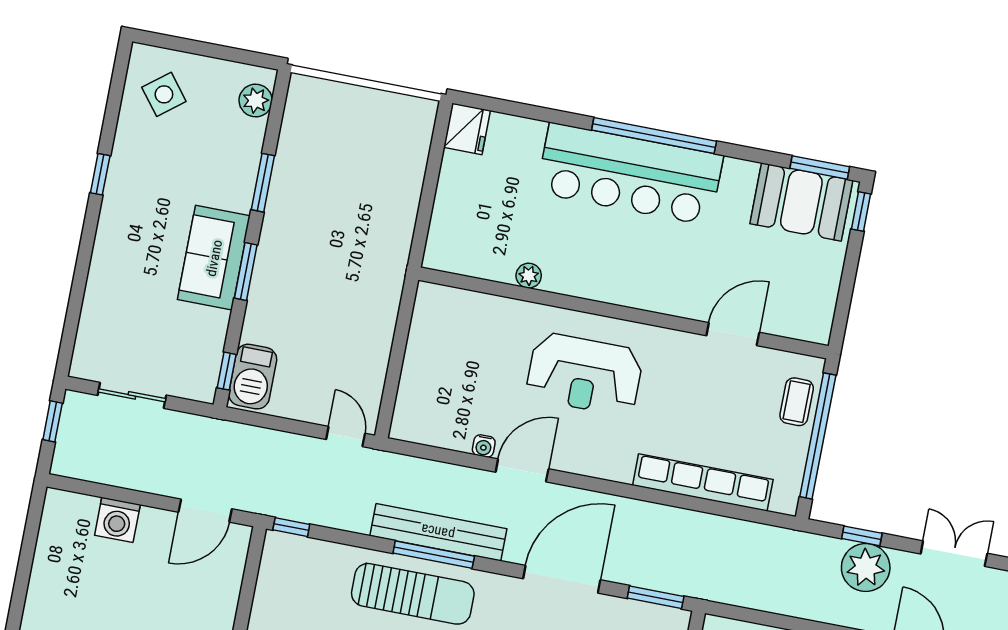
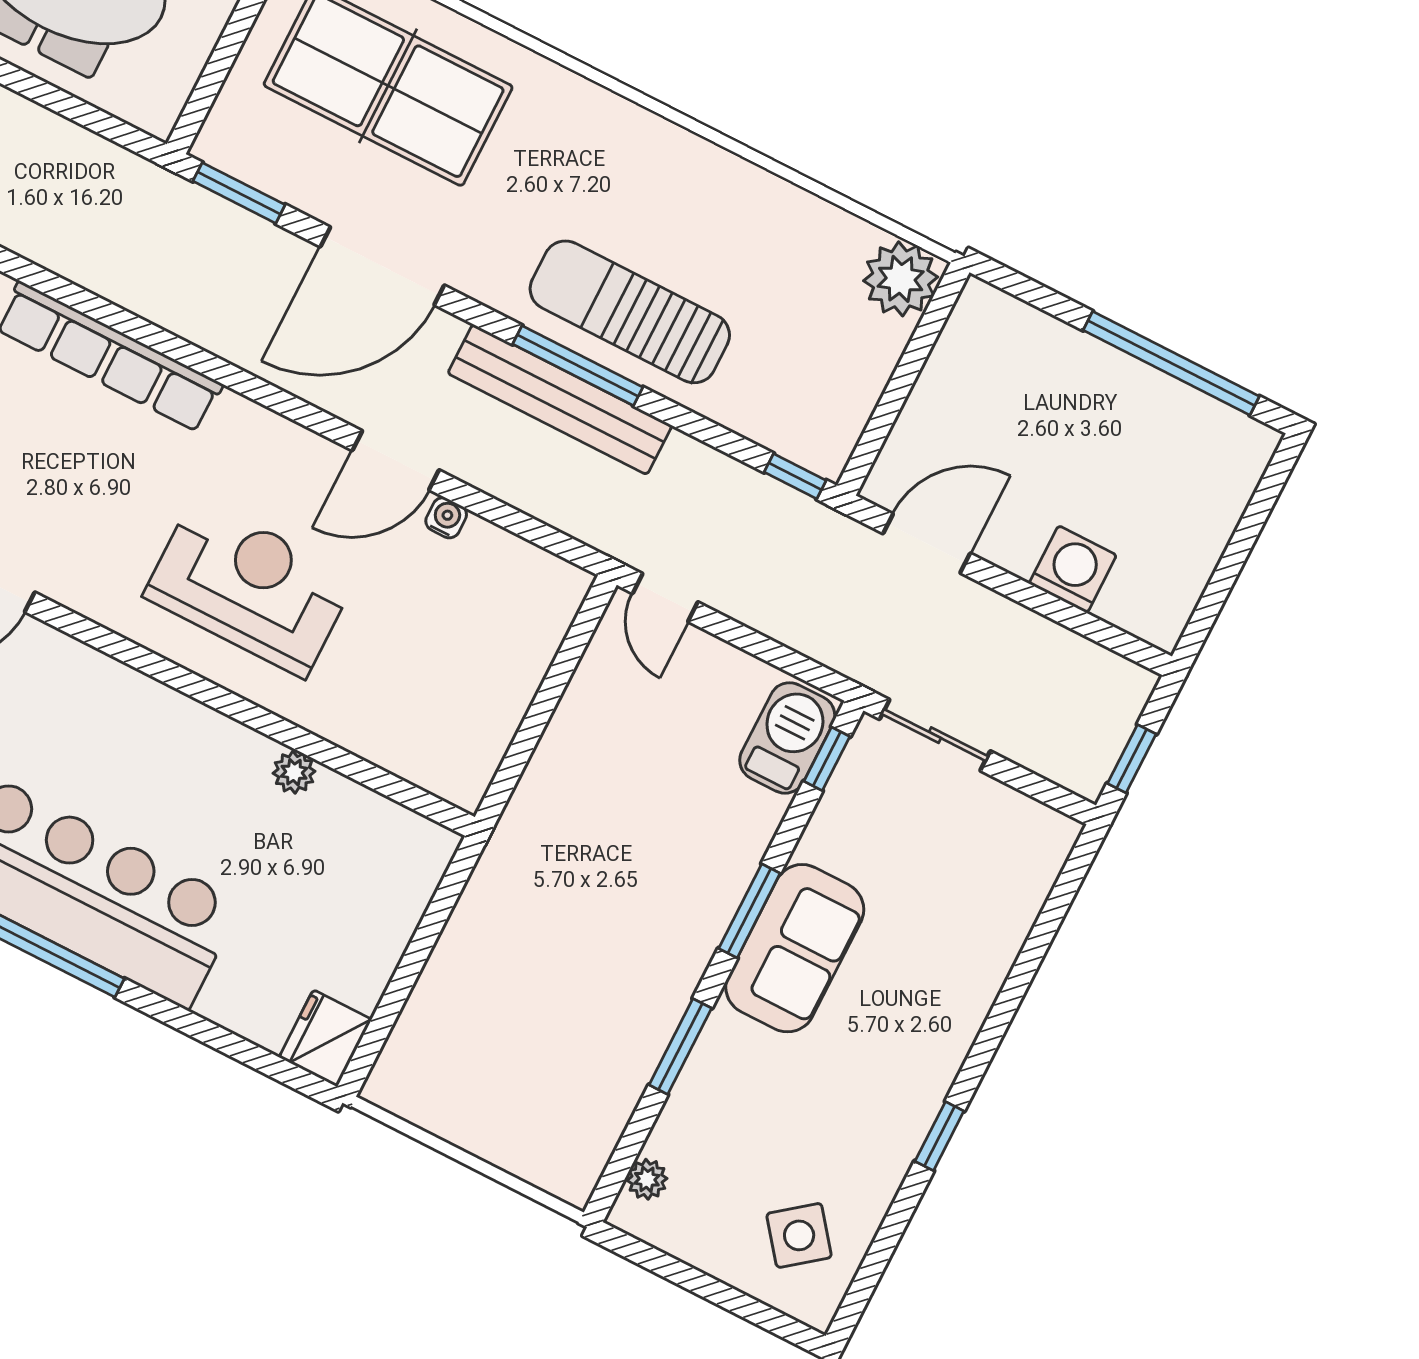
plant: (256, 101) -> (647, 1179), width x0.73, depth x0.73
sliding door: (132, 395) -> (935, 735), moved

